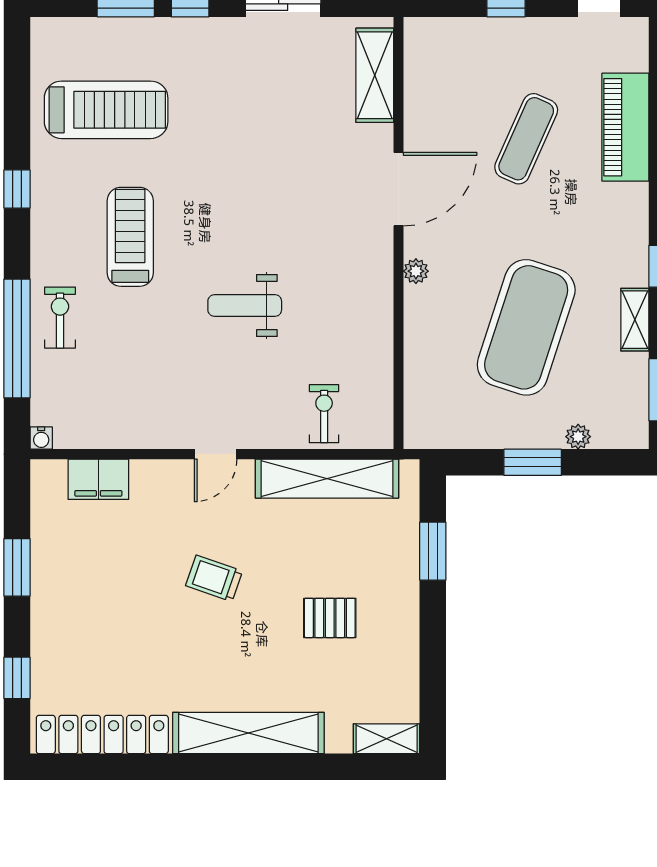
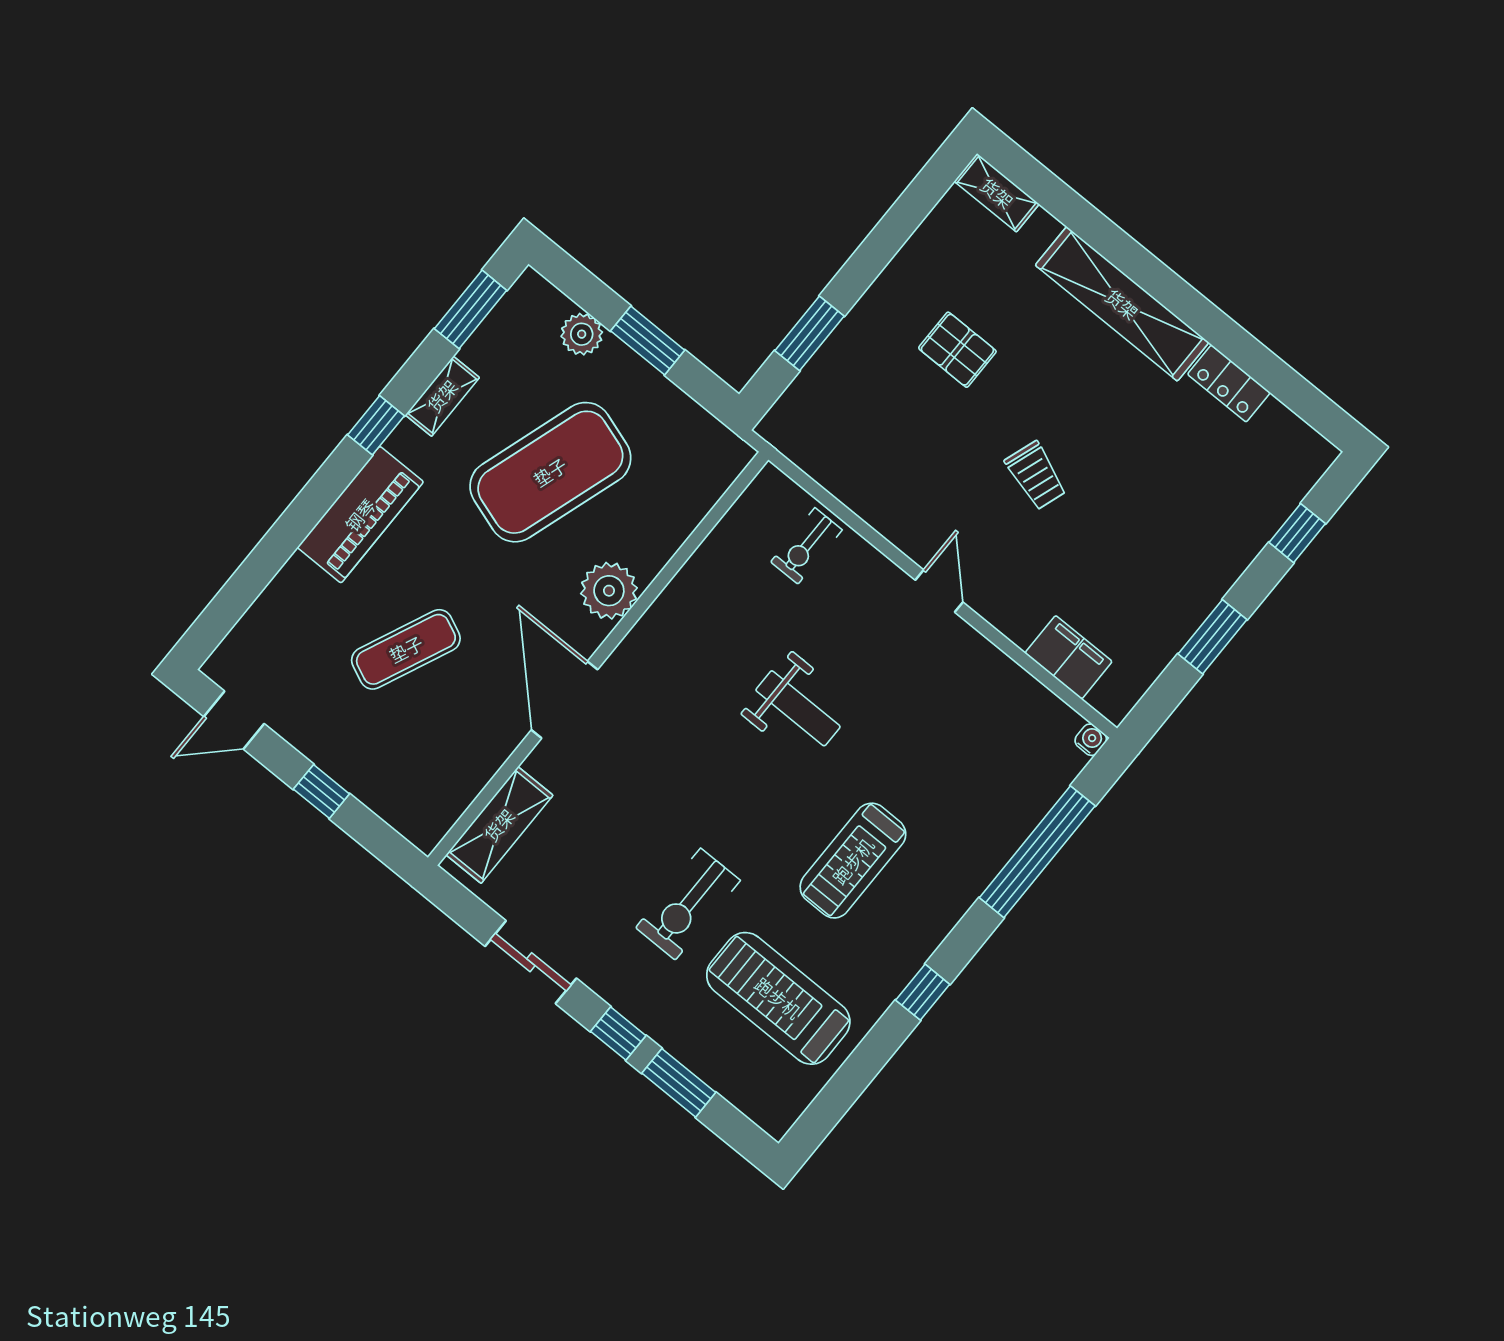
piano: (625, 127) -> (360, 515), moved
door: (398, 189) -> (564, 700), hinge flipped
plant: (416, 271) -> (609, 591), width x1.87, depth x1.87
exercise bike: (60, 318) -> (688, 904), moved, width x1.38, depth x1.39
plant: (578, 437) -> (582, 334), width x1.38, depth x1.38
door: (216, 454) -> (939, 591), hinge flipped
shelving: (327, 479) -> (853, 483), removed
locker: (102, 735) -> (1229, 383), width x0.46, depth x0.83

